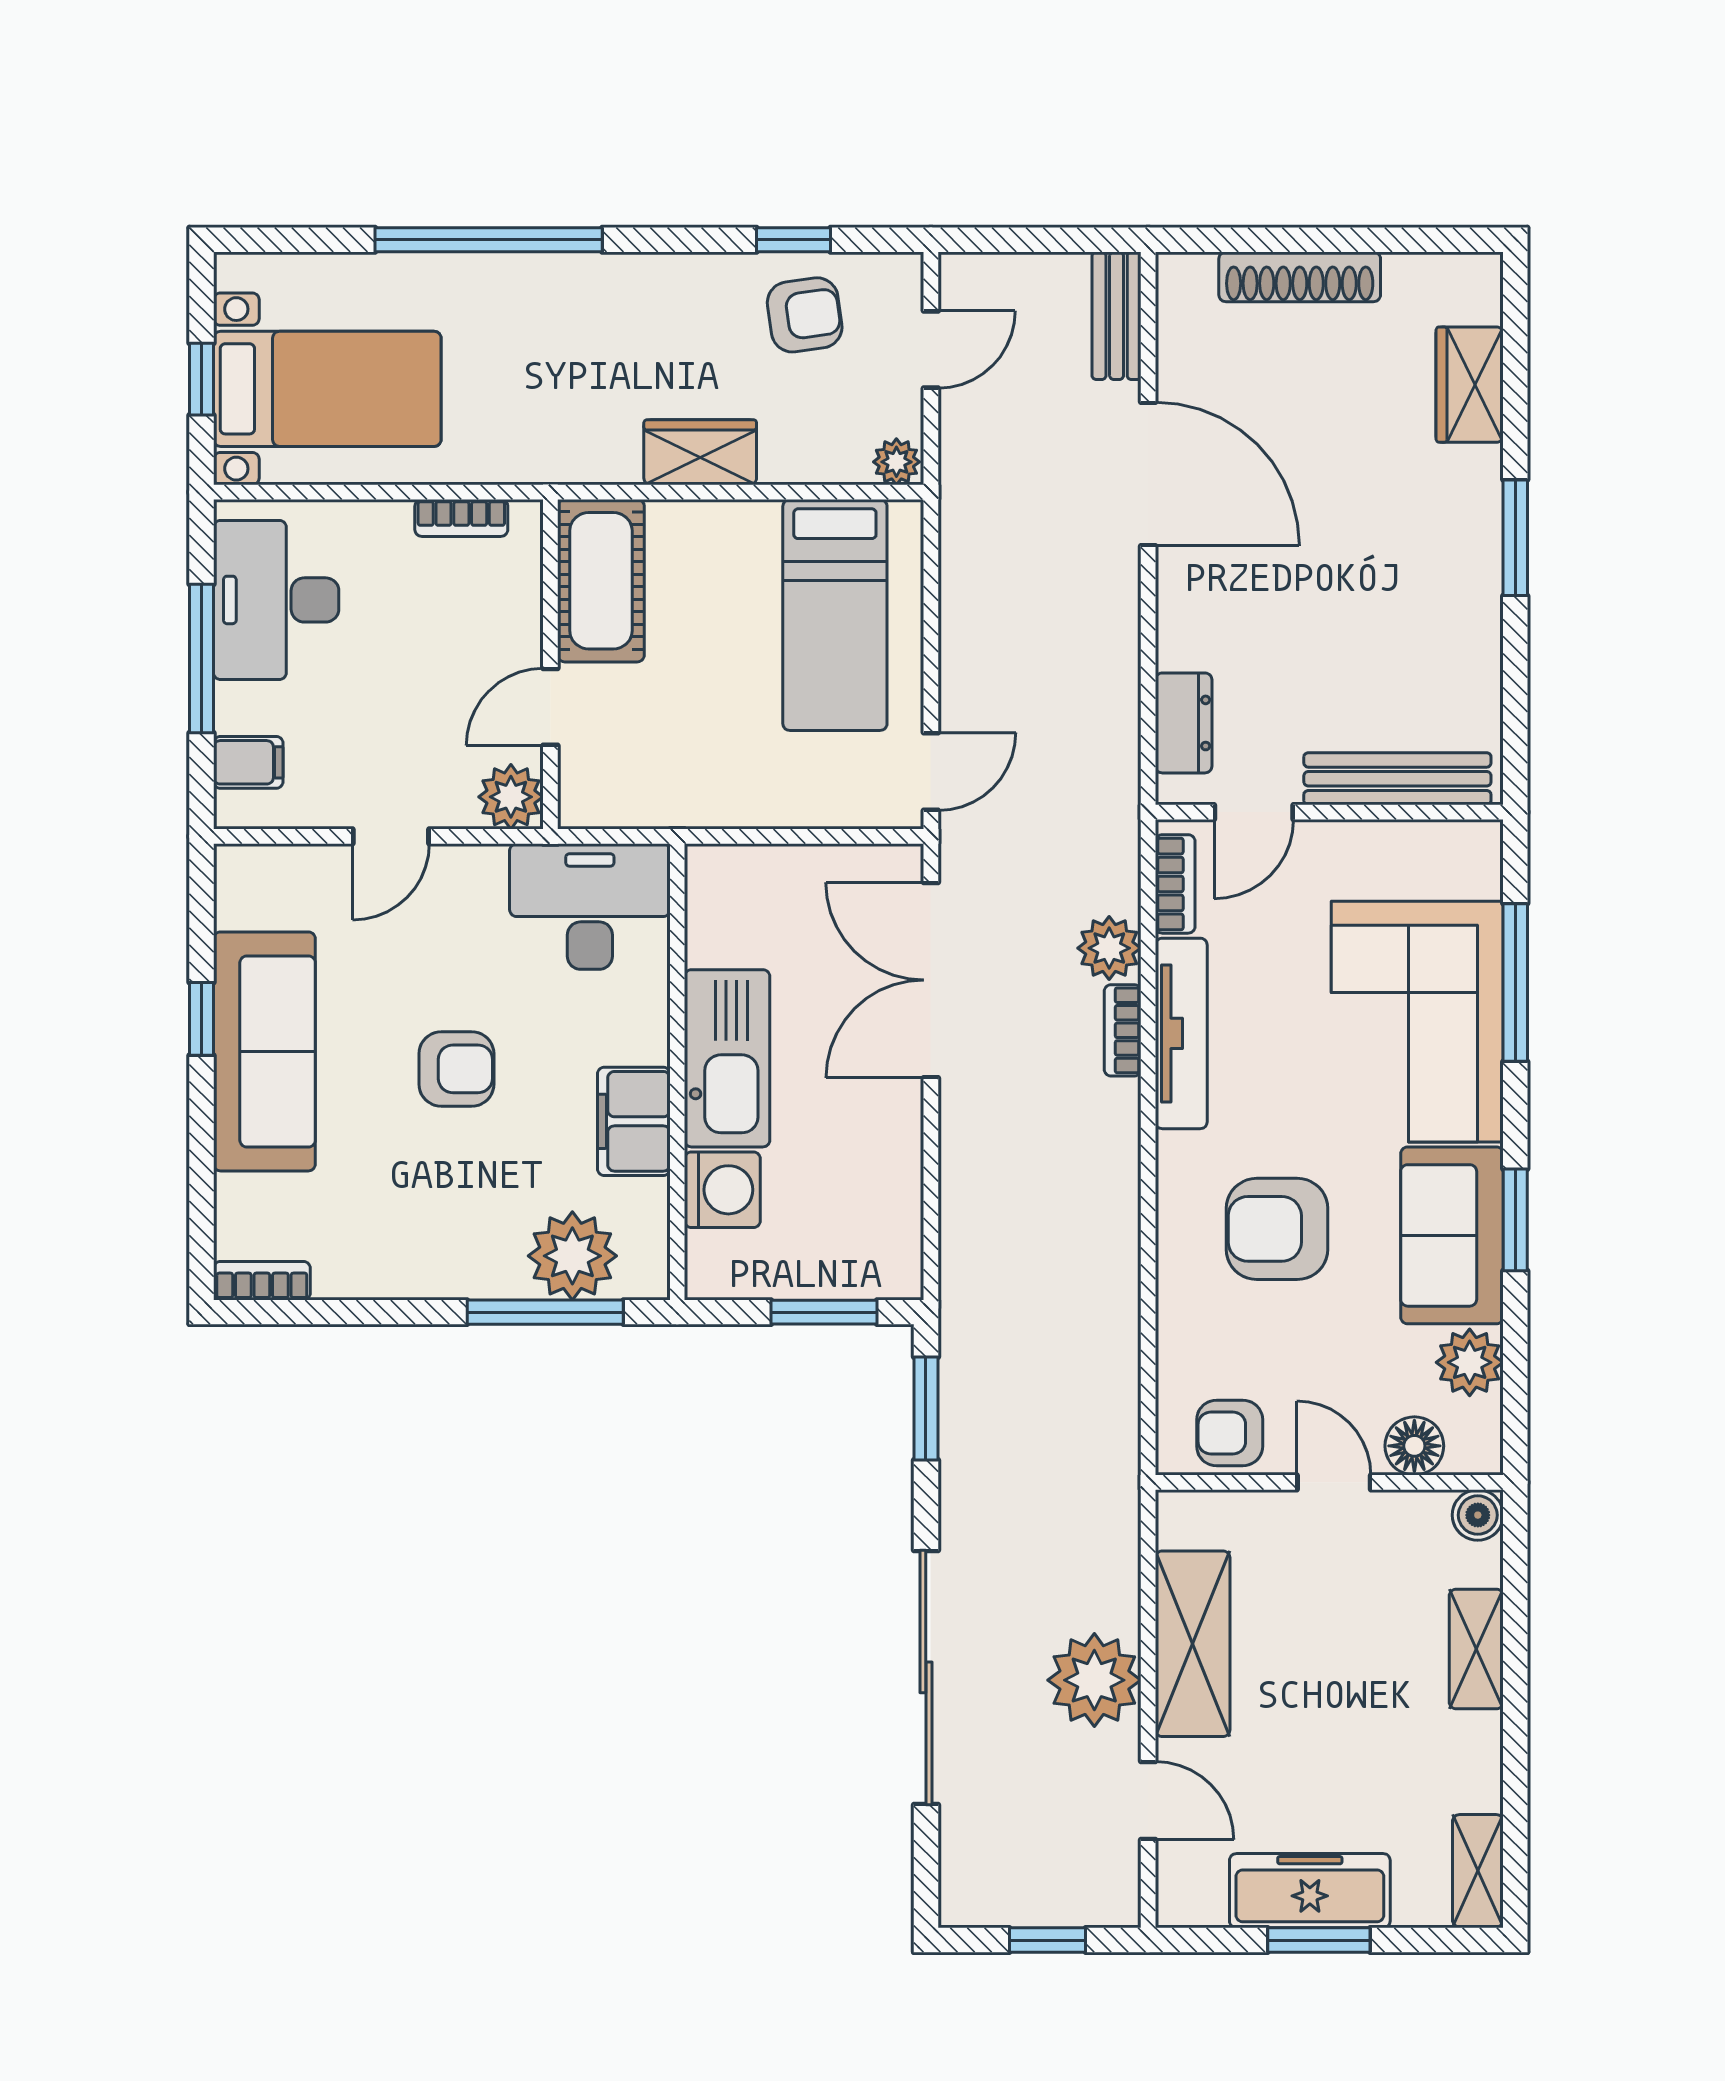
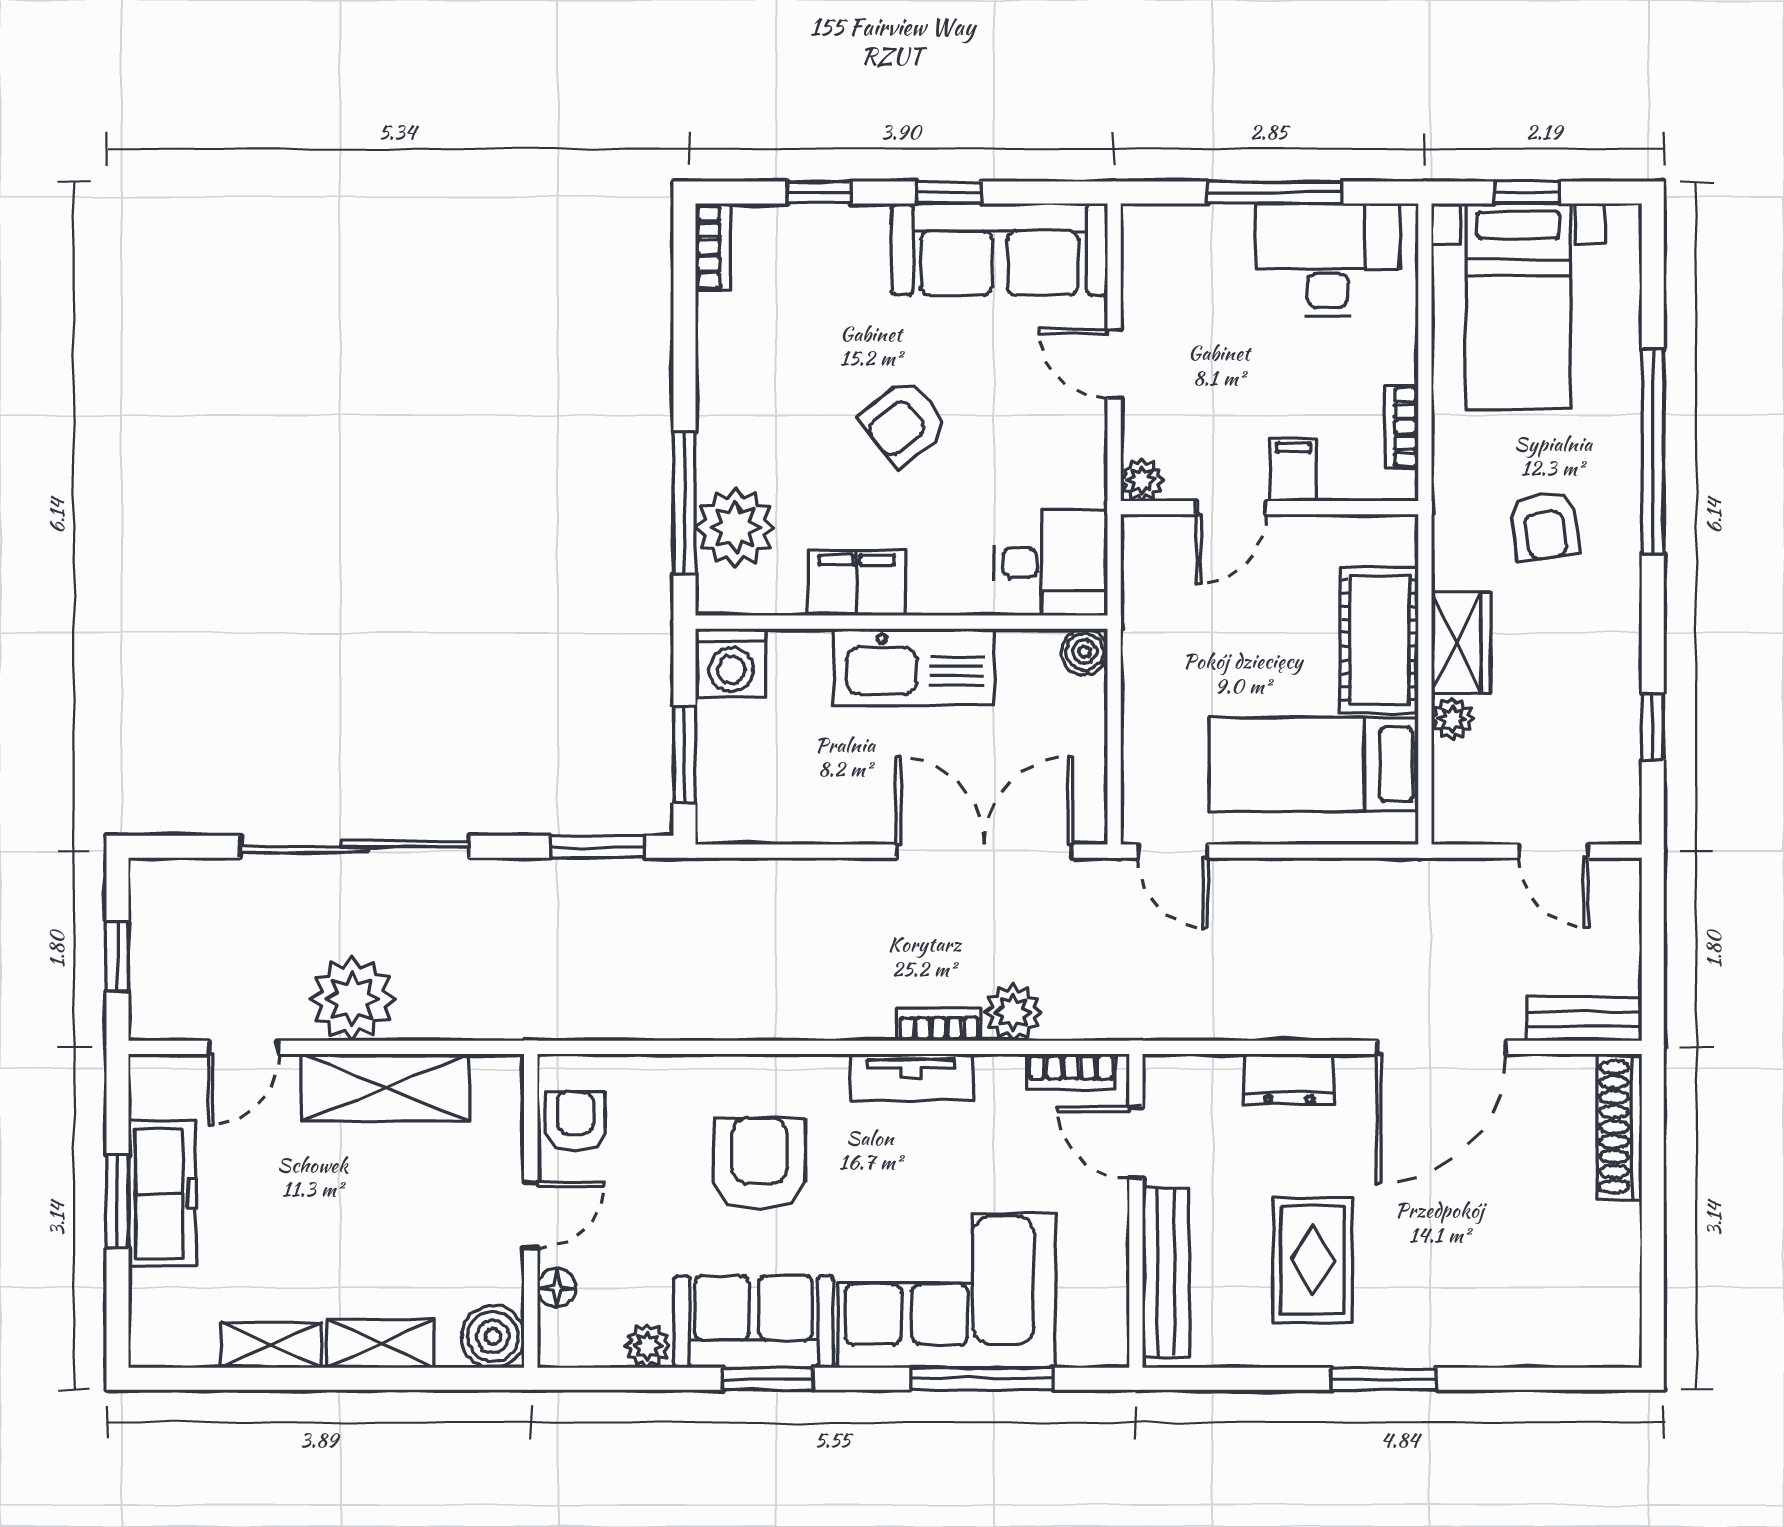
shoe rack: (1300, 277) -> (1619, 1127), moved
armchair: (805, 315) -> (1545, 526), moved
wardrobe: (1470, 385) -> (1522, 1338), removed
plant: (896, 462) -> (1452, 719), moved
cot: (601, 581) -> (1379, 640), moved, turned 90
rug: (1384, 616) -> (1313, 1260), added
door: (550, 707) -> (1231, 508), swing flipped
dresser: (1184, 723) -> (1289, 1079), moved
filing cabinet: (248, 762) -> (1294, 470), moved, turned 180
plant: (511, 797) -> (1142, 480), width x0.73, depth x0.73
boiler: (710, 869) -> (1085, 652), added
desk: (590, 907) -> (1051, 563), width x0.73
tv unit: (1181, 1033) -> (911, 1077), width x0.71
sofa: (264, 1051) -> (1000, 249), moved
armchair: (456, 1069) -> (904, 423), turned 52
window: (201, 1163) -> (819, 192), added
washing machine: (722, 1190) -> (731, 663), moved
plant: (1470, 1362) -> (647, 1346), width x0.73, depth x0.73
floor lamp: (1414, 1446) -> (557, 1288), width x0.73, depth x0.73
boiler: (1478, 1515) -> (493, 1337), width x1.36, depth x1.36
shelving: (1478, 1871) -> (271, 1345), moved

